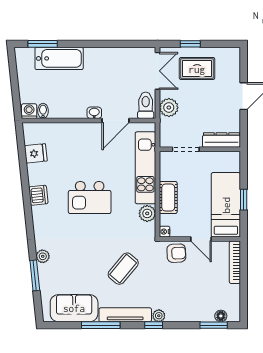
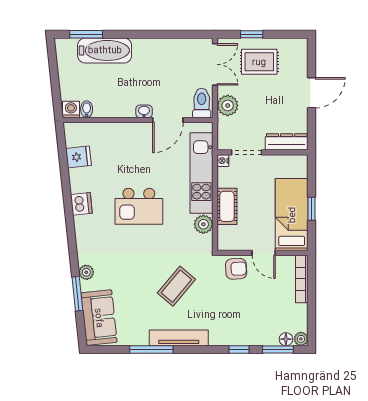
nightstand: (165, 232) -> (223, 161), moved
sofa: (74, 308) -> (99, 318), moved, turned 84
plant: (159, 316) -> (301, 339), moved
window: (154, 325) -> (239, 349), moved

